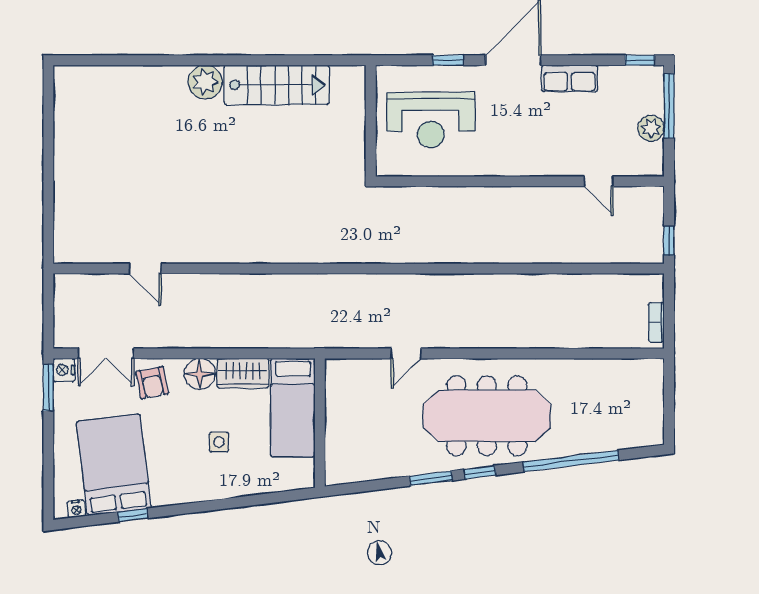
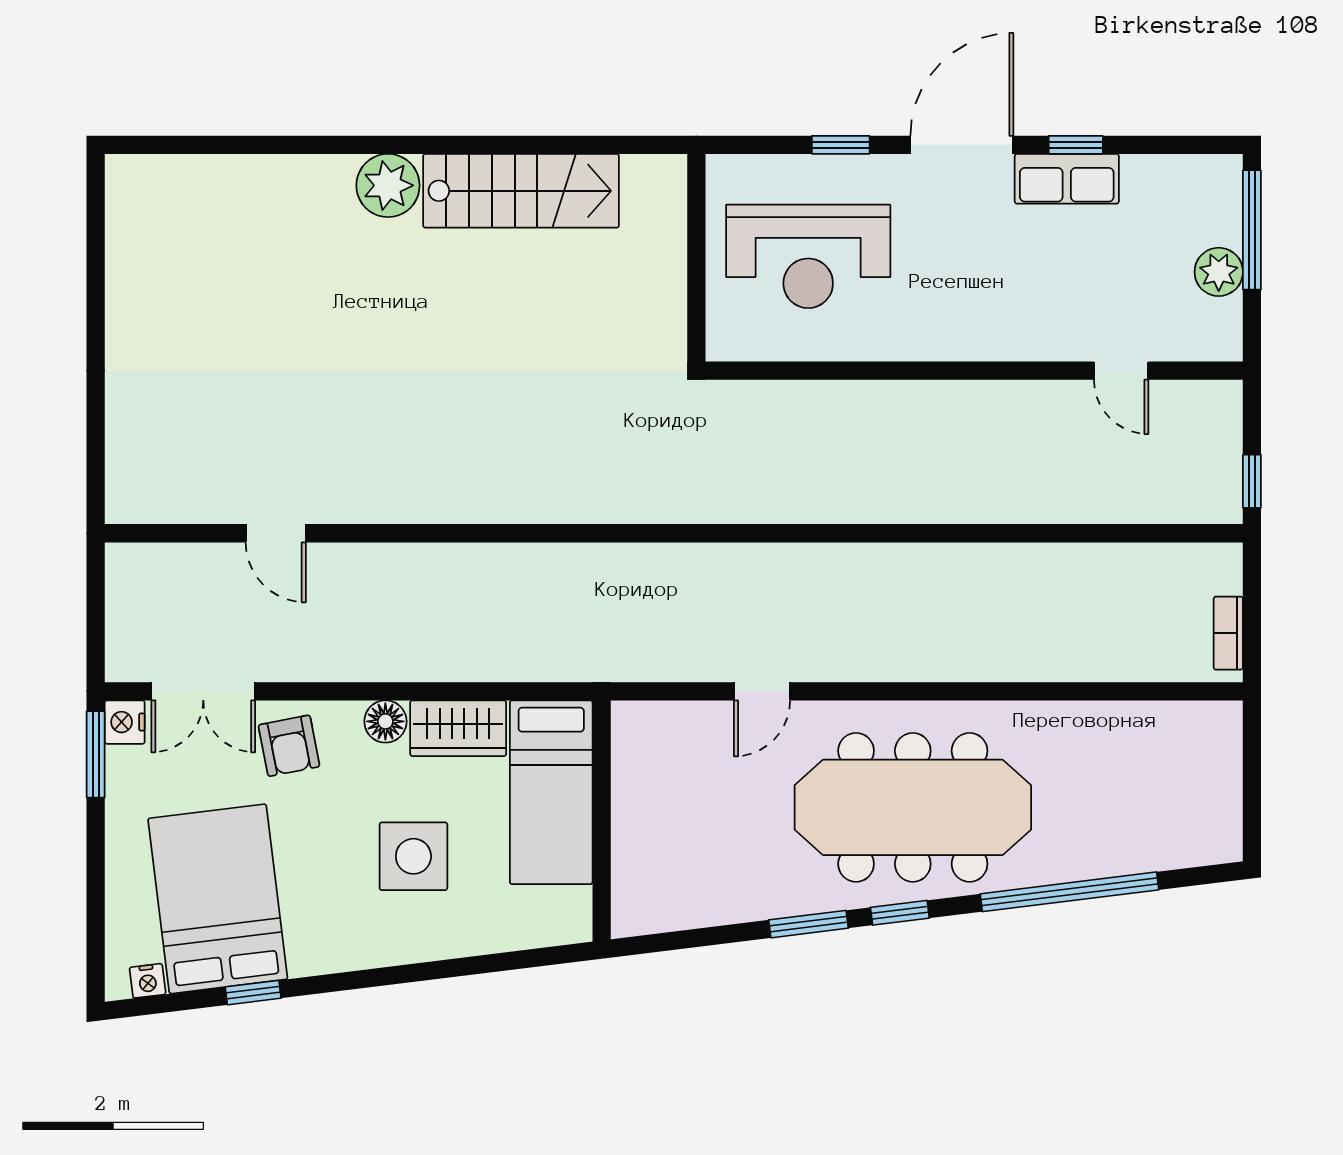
window: (640, 60) -> (1076, 145), moved
floor lamp: (200, 374) -> (385, 721), width x0.73, depth x0.73
side table: (219, 442) -> (413, 856), width x1.87, depth x1.87

